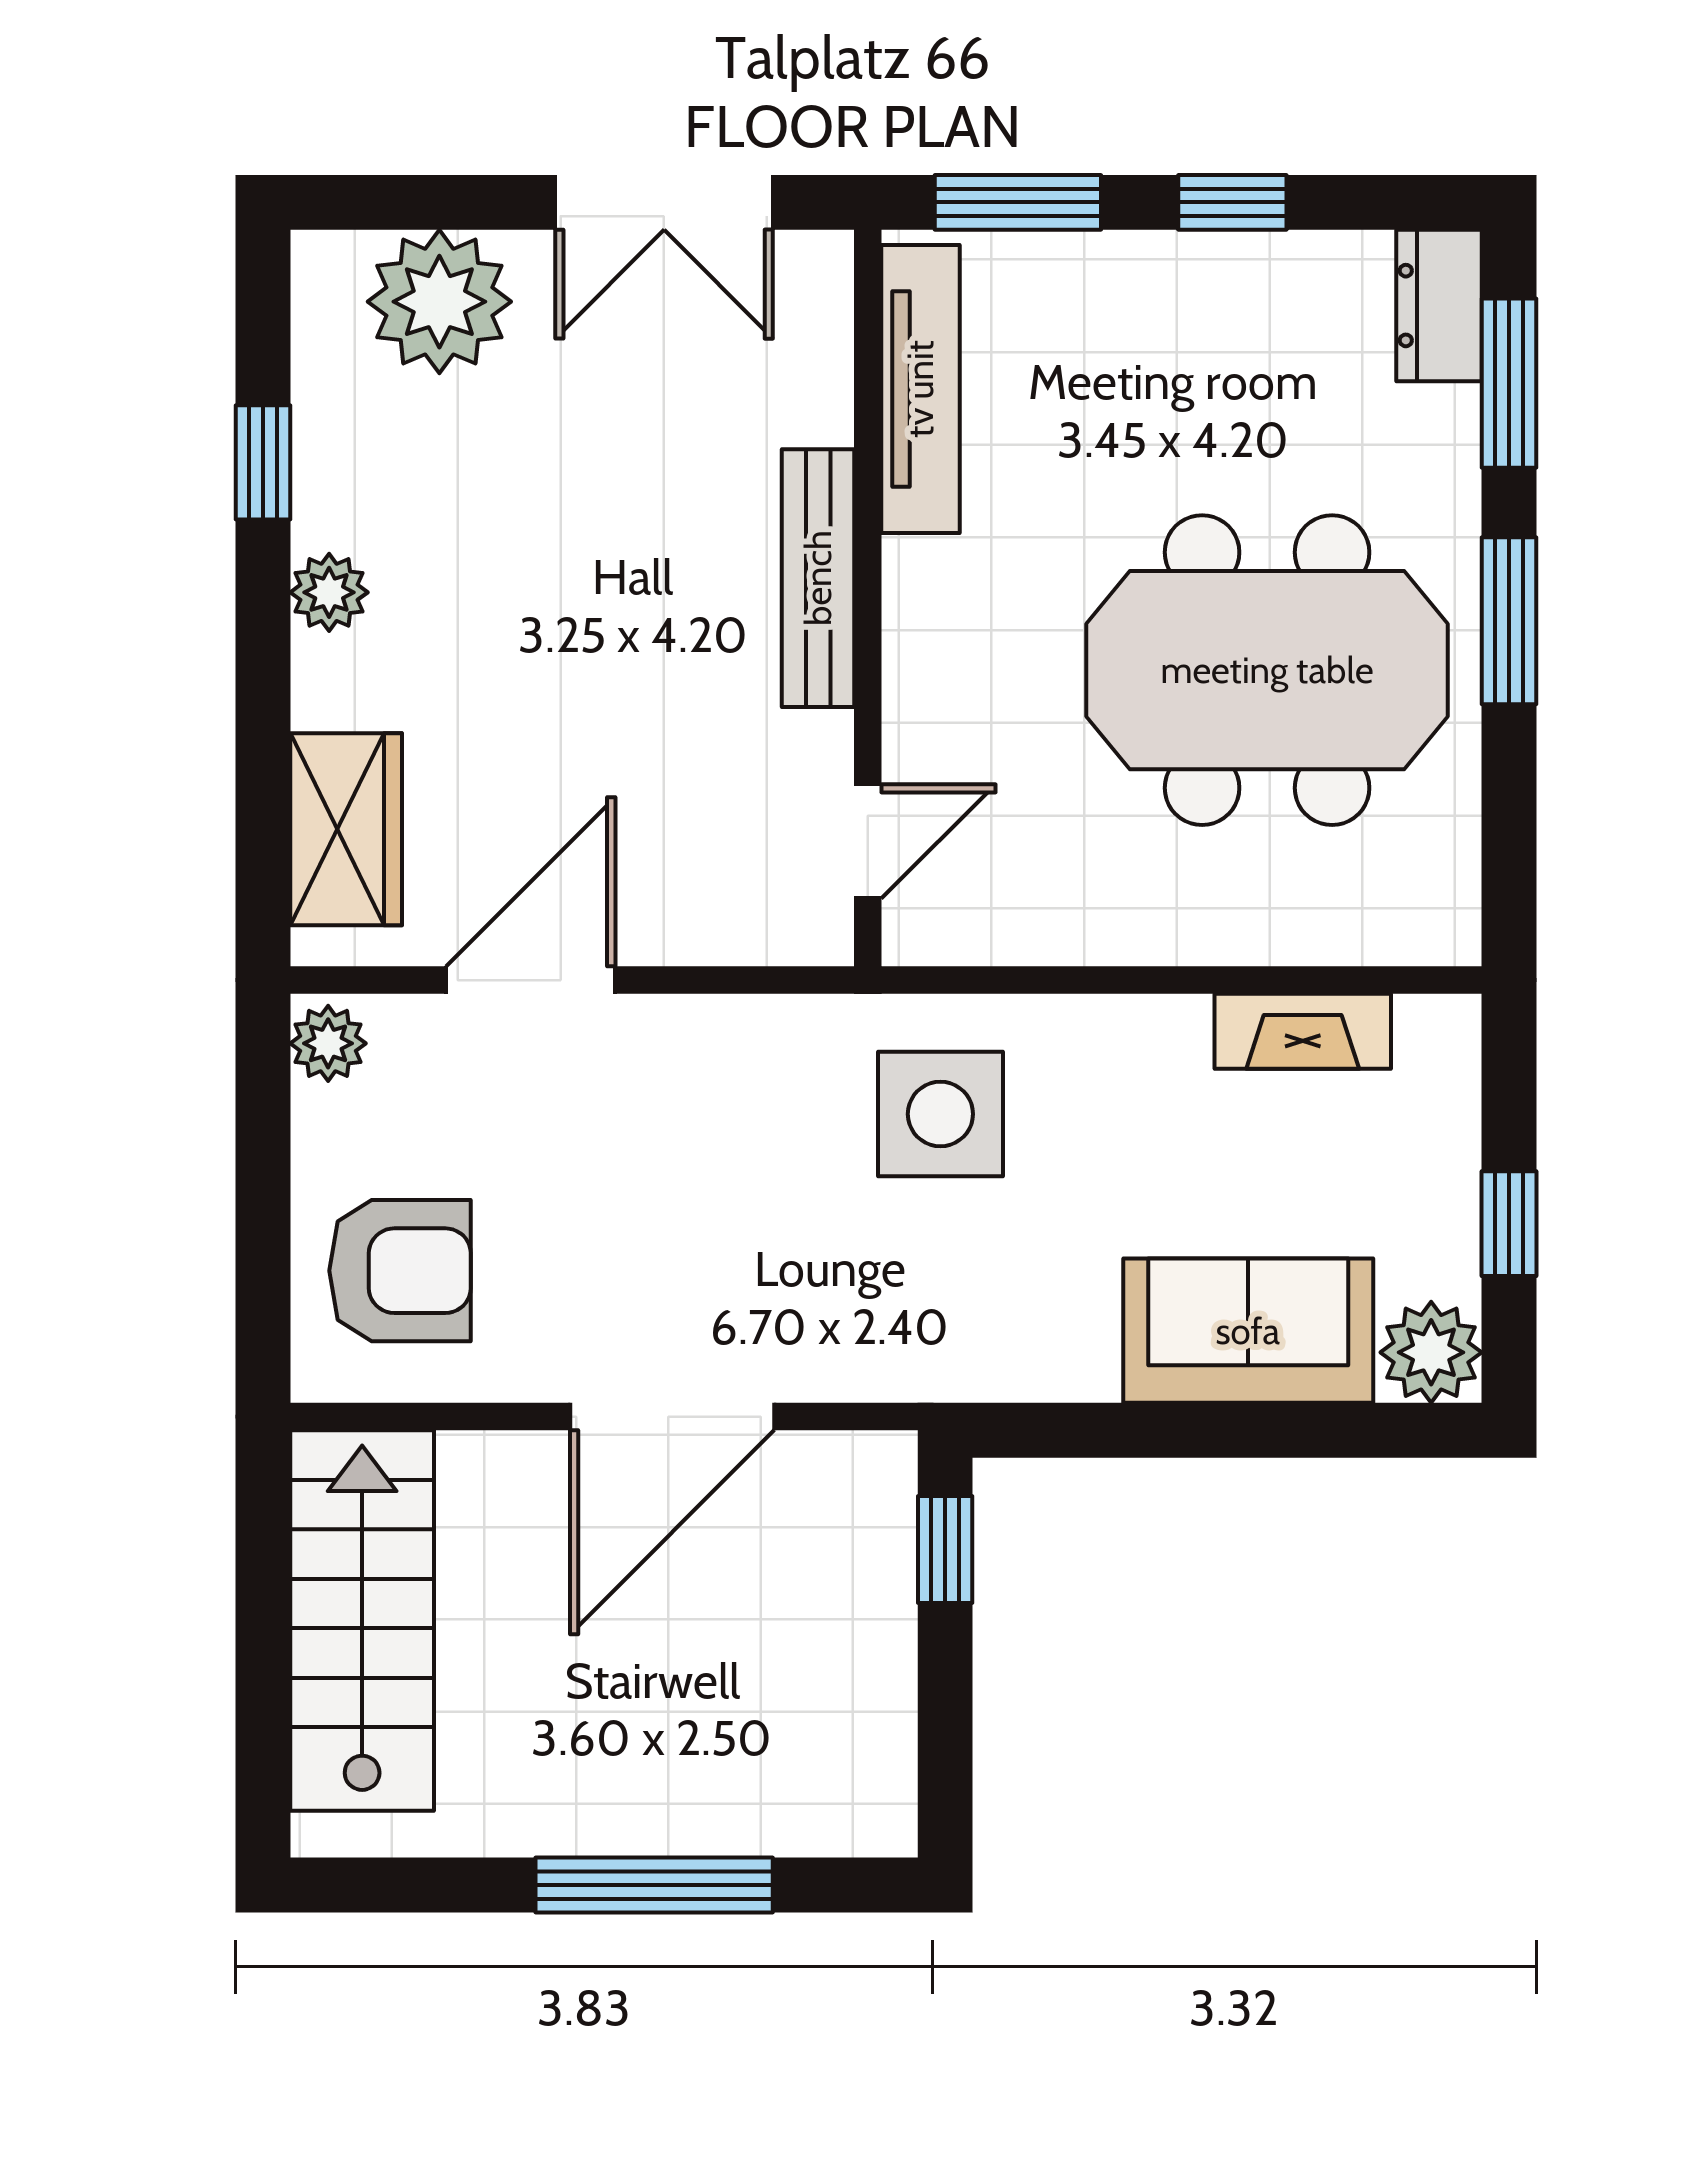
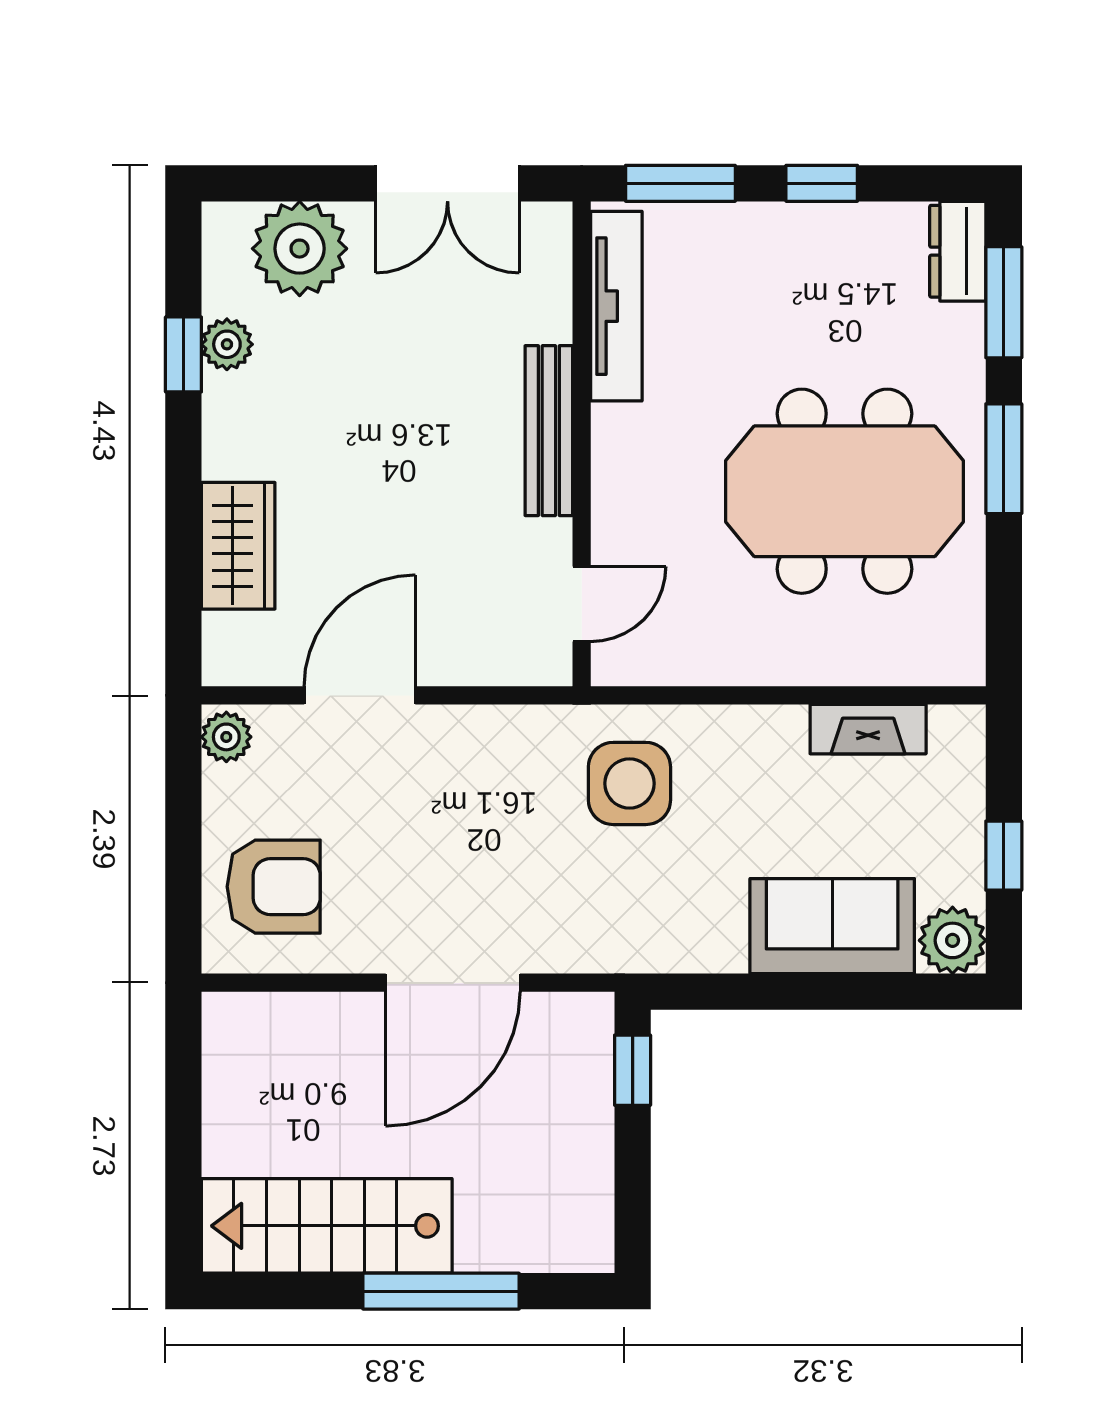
plant: (329, 592) -> (227, 344), moved
wardrobe: (346, 829) -> (238, 546), moved
stairs: (362, 1621) -> (327, 1226), moved, turned -90

